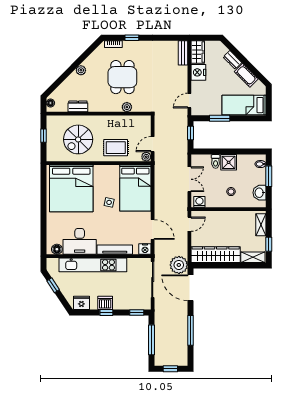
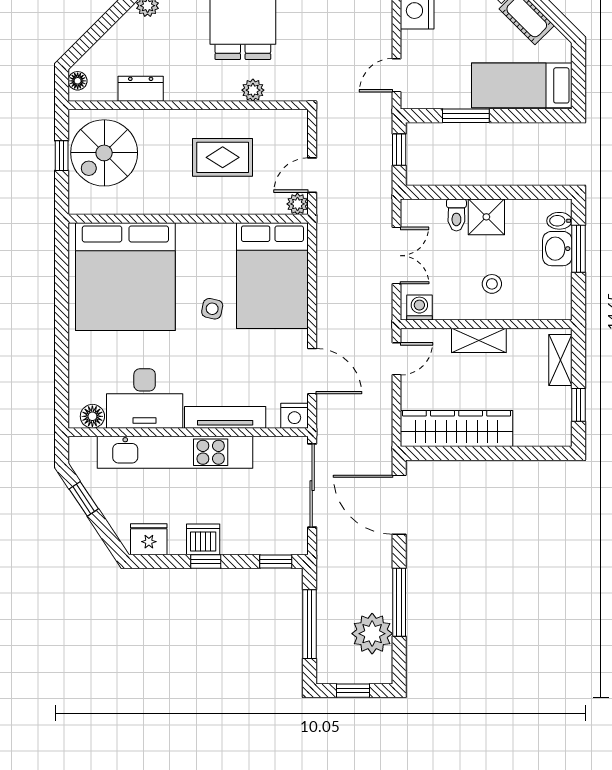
spiral stairs: (78, 139) -> (104, 153), moved
rug: (116, 148) -> (223, 157), moved
washbasin: (260, 193) -> (557, 249), moved
shelving: (253, 257) -> (479, 340), moved
plant: (179, 265) -> (372, 634), moved

